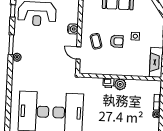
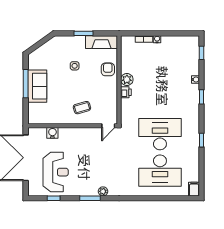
water cooler: (73, 29) -> (52, 133), moved
armchair: (117, 41) -> (108, 69), moved
door: (78, 53) -> (108, 126), moved

